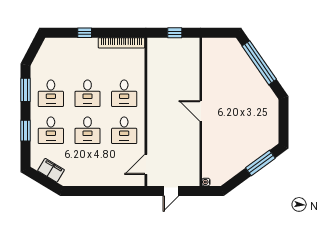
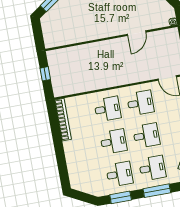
window: (85, 33) -> (60, 154), removed
door: (201, 111) -> (137, 33), moved
window: (25, 131) -> (157, 191), width x1.44

